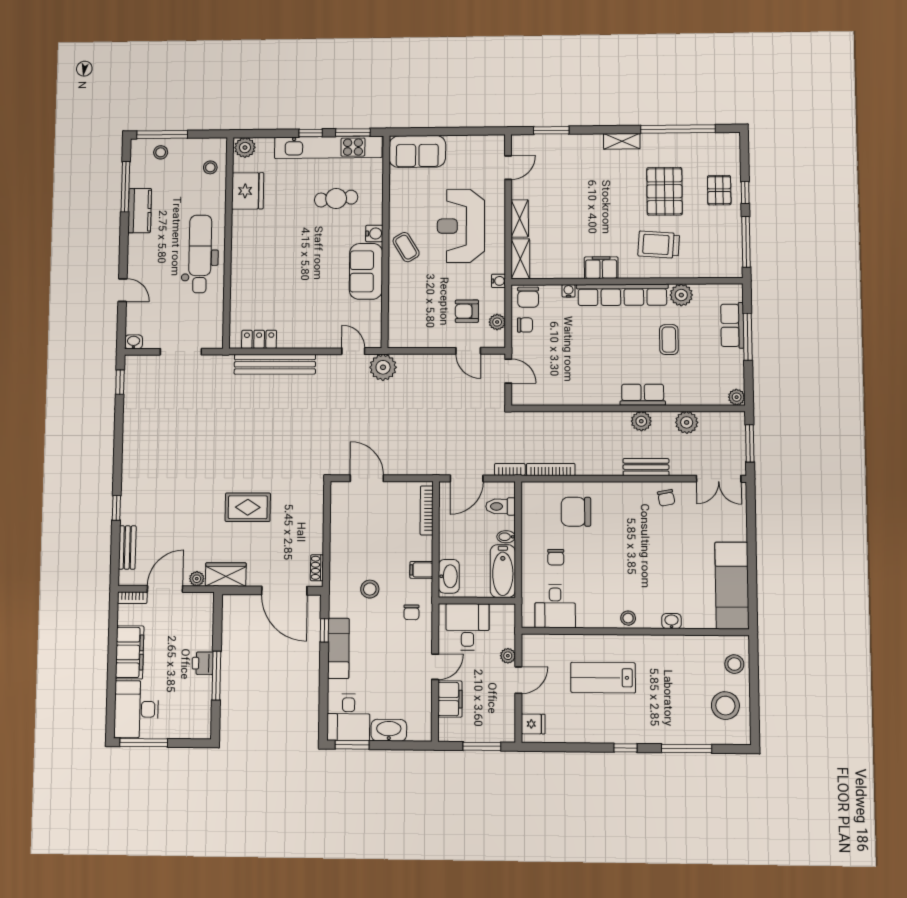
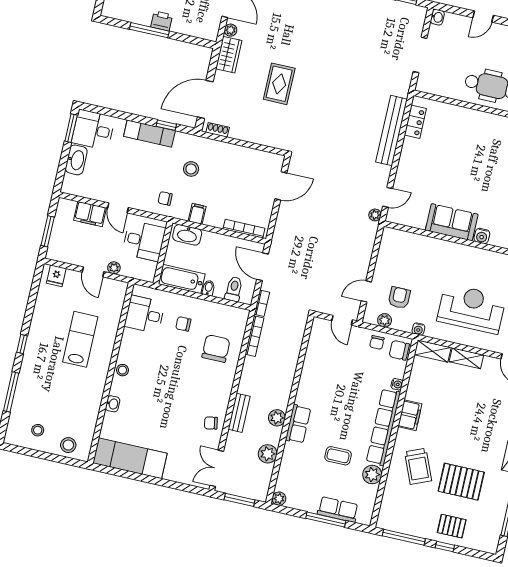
trolley: (659, 245) -> (418, 466), turned 153
coffee table: (406, 247) -> (464, 260), removed
plant: (383, 367) -> (375, 215), width x0.53, depth x0.53
door: (508, 371) -> (342, 320), hinge flipped
stool: (725, 706) -> (38, 430), width x0.53, depth x0.53

